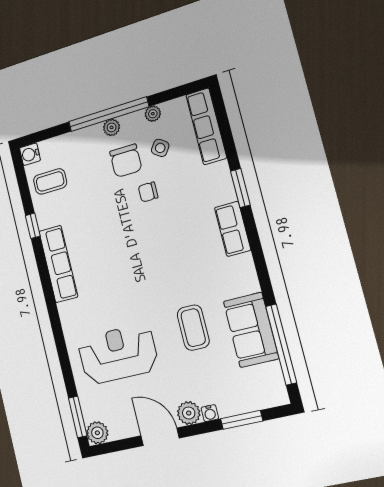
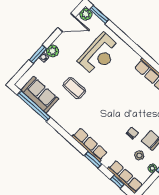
window: (224, 126) -> (117, 182), added
row of seats: (233, 229) -> (90, 145), width x1.48
sofa: (251, 330) -> (40, 95), moved
window: (242, 420) -> (38, 54), moved
door: (160, 437) -> (67, 22), moved

